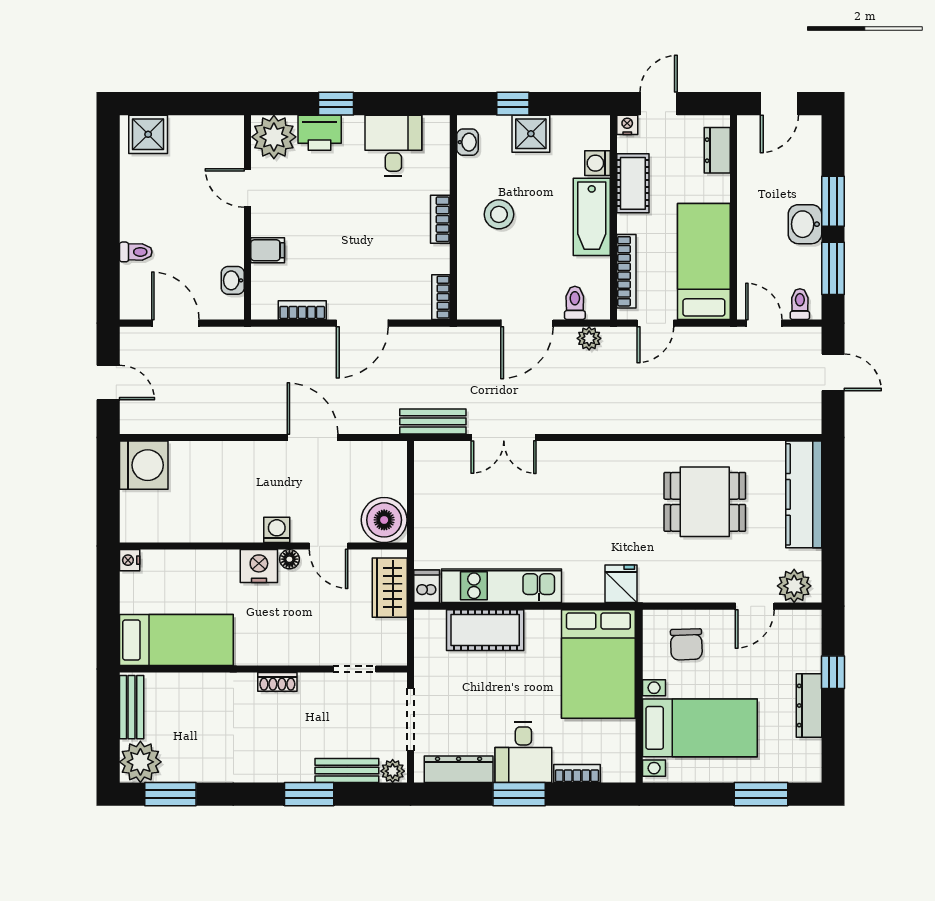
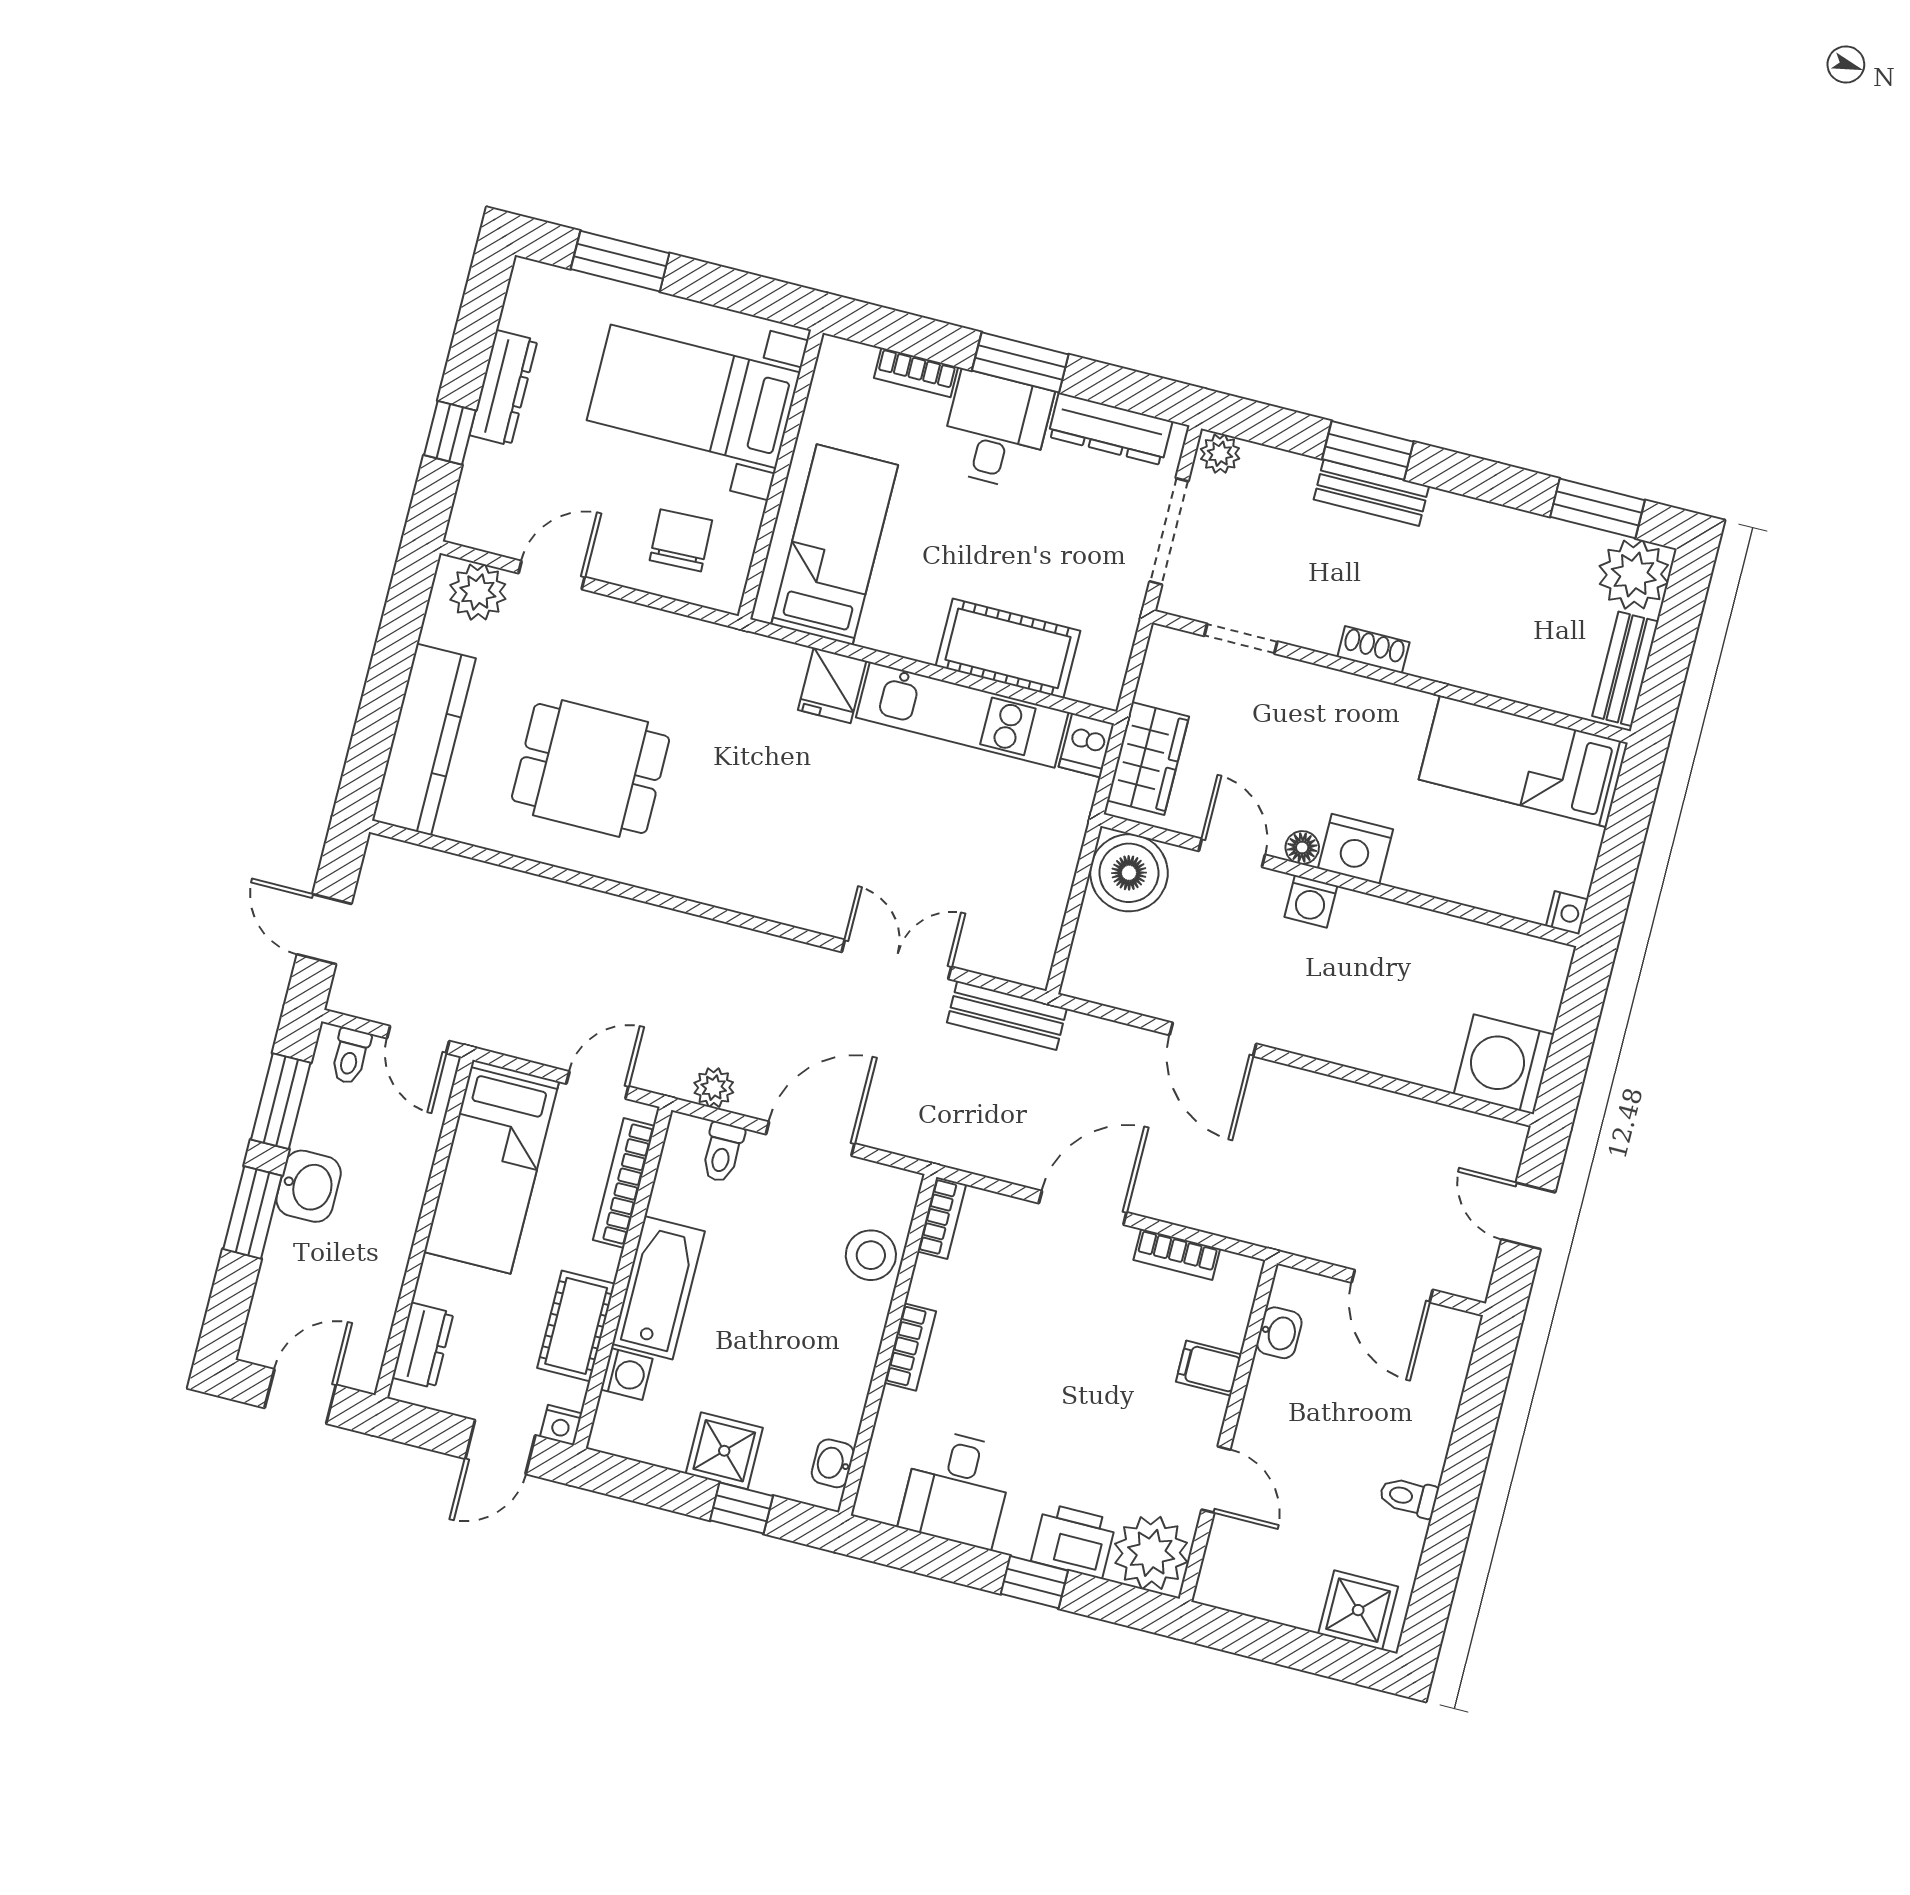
stool: (499, 214) -> (871, 1255), moved
toilet: (136, 252) -> (1409, 1497), moved
fridge: (621, 584) -> (832, 685), moved
bed: (598, 664) -> (835, 545), width x0.67
bench: (347, 771) -> (1371, 493), moved

